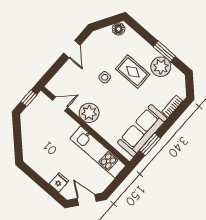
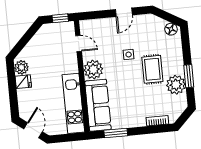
sofa: (142, 131) -> (98, 105), moved, turned 90
plant: (34, 161) -> (21, 67), added
fridge: (59, 182) -> (23, 82), moved

